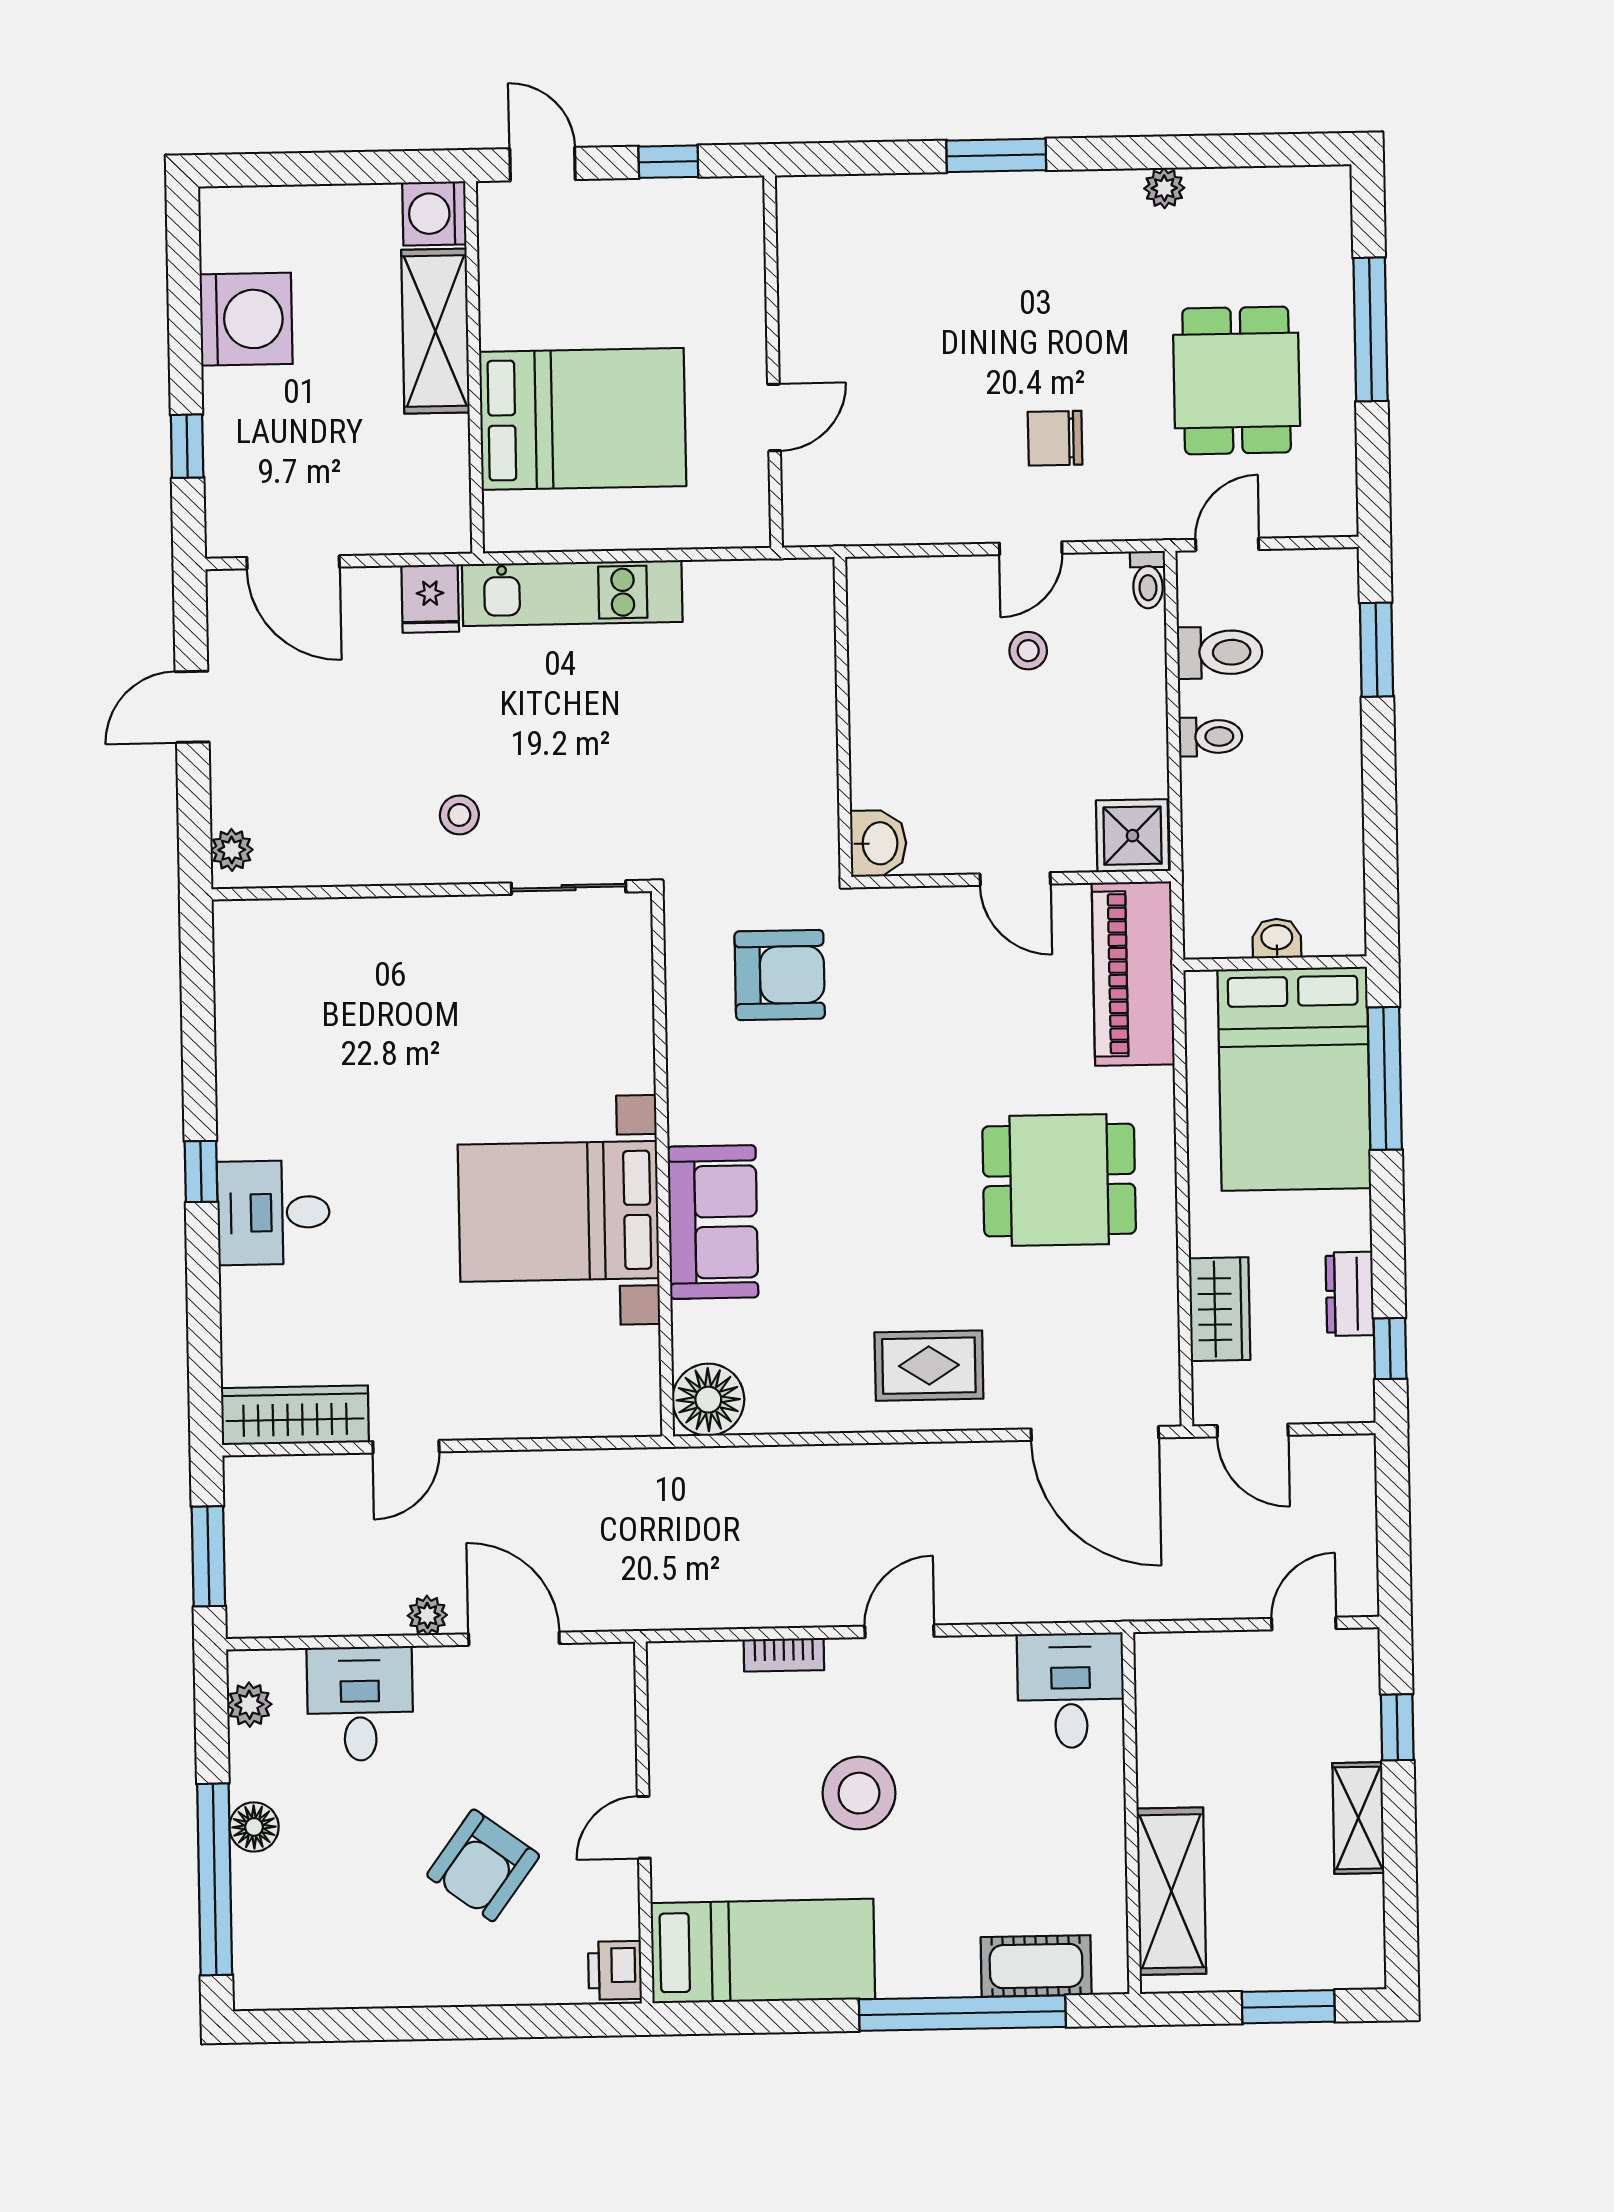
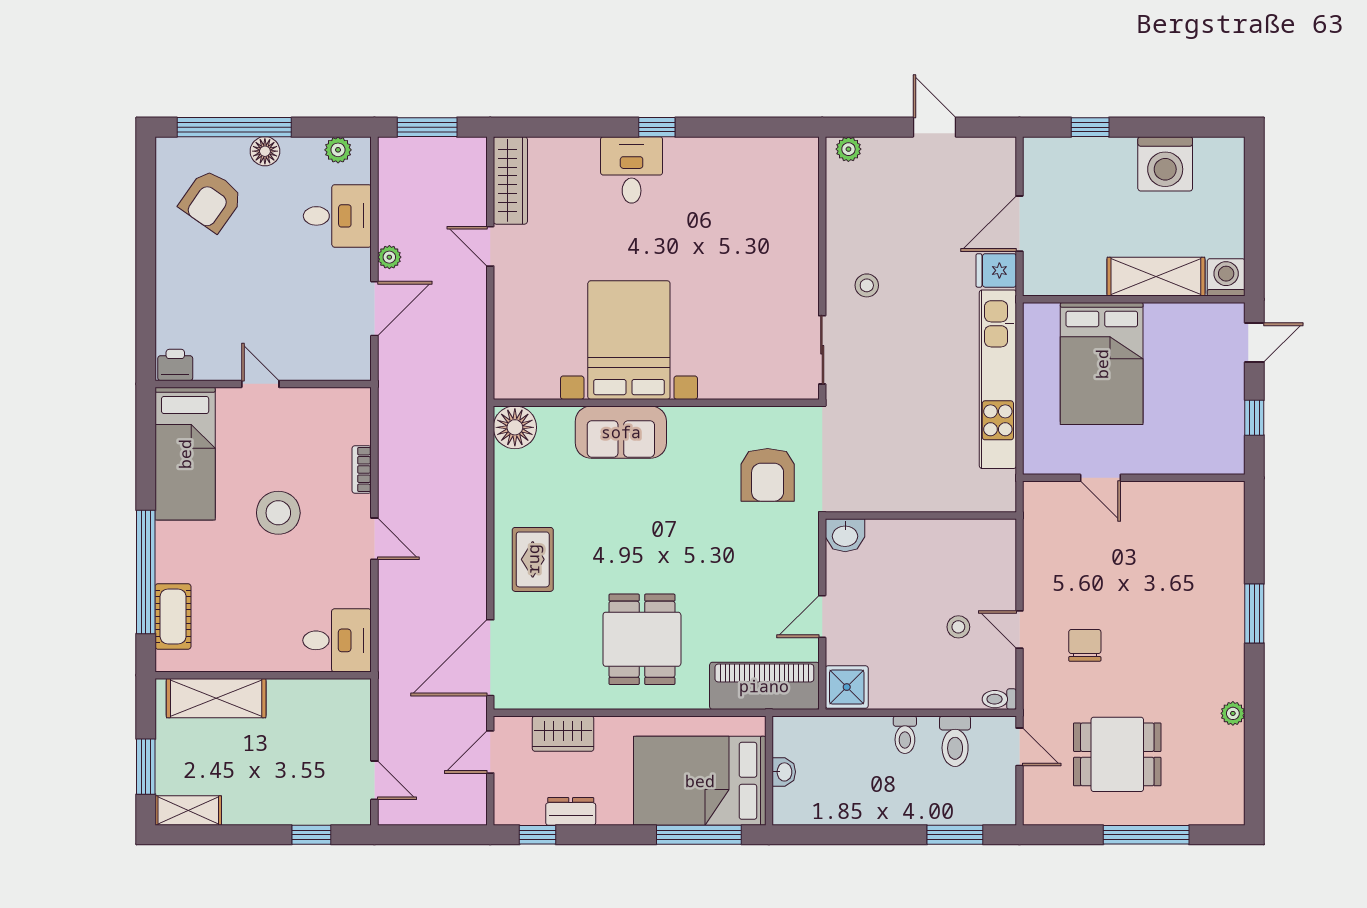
door: (293, 562) -> (1019, 224), moved
kitchen unit: (572, 593) -> (998, 379), width x1.36
shelving: (1358, 1818) -> (188, 811), moved
armchair: (483, 1865) -> (211, 201), moved, turned -91

